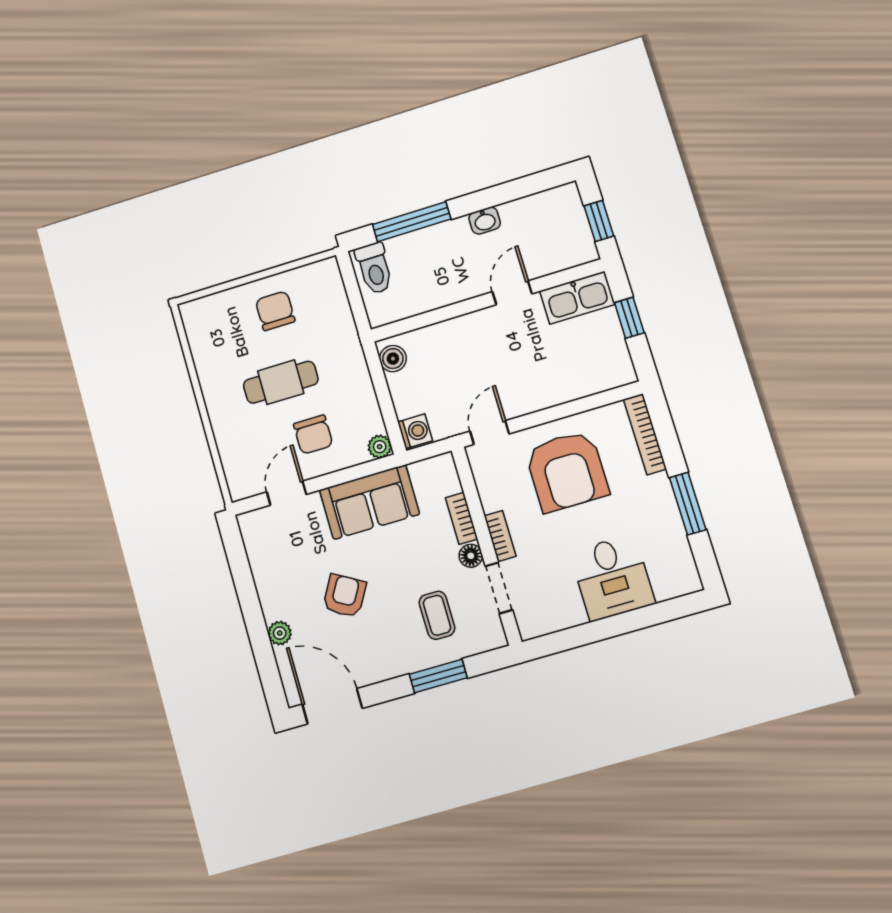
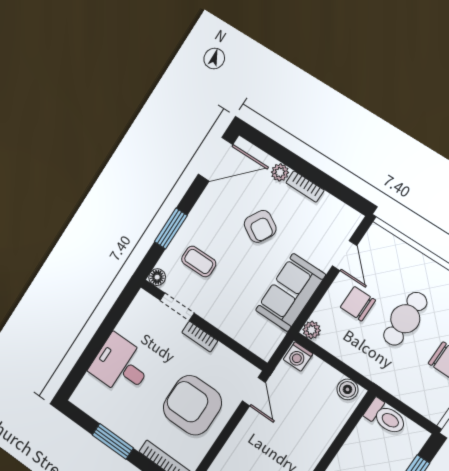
toilet: (374, 268) -> (386, 417), moved, turned 180
bookcase: (461, 518) -> (305, 187), moved, turned 180
floor lamp: (471, 556) -> (157, 277), moved

